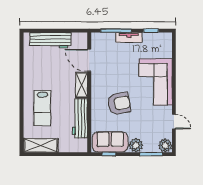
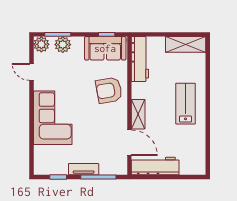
workbench: (50, 40) -> (155, 166), moved
armchair: (119, 103) -> (109, 90), moved
lab bench: (42, 108) -> (185, 104), moved
workbench: (80, 118) -> (140, 59), moved
plant: (136, 145) -> (63, 45), moved

